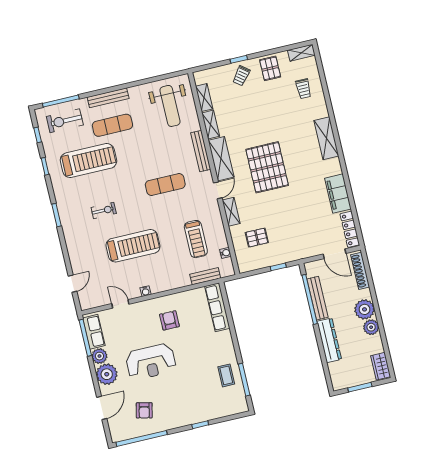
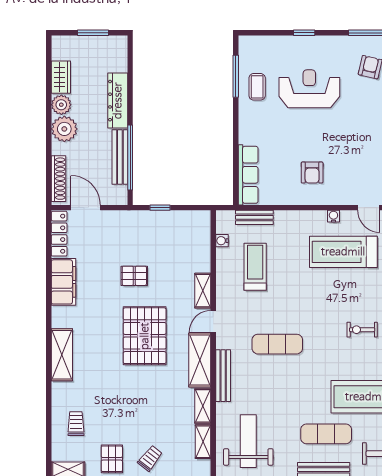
pallet: (257, 238) -> (134, 276), moved
treadmill: (133, 246) -> (343, 252), moved
reception desk: (151, 362) -> (309, 89), moved
wardrobe: (381, 366) -> (61, 77), moved

